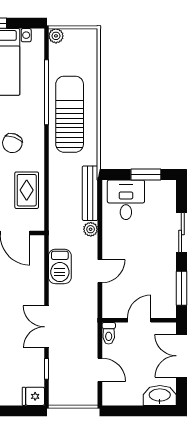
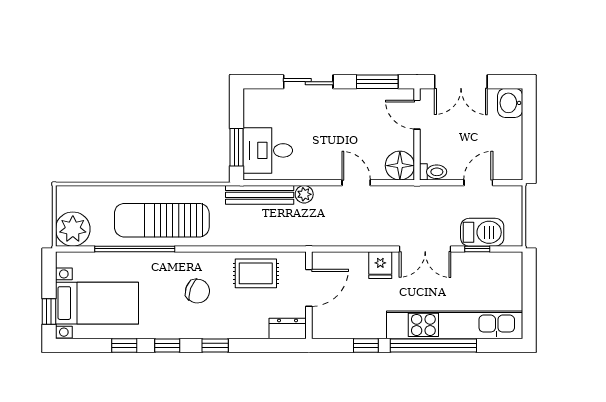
plant: (56, 36) -> (73, 229), width x1.87, depth x1.87
window: (146, 175) -> (237, 147), moved
barbecue: (60, 266) -> (482, 232), moved
floor lamp: (114, 306) -> (400, 166), added
door: (139, 320) -> (417, 115), moved
fridge: (33, 396) -> (380, 265), moved
washbasin: (160, 396) -> (510, 103), width x0.72

